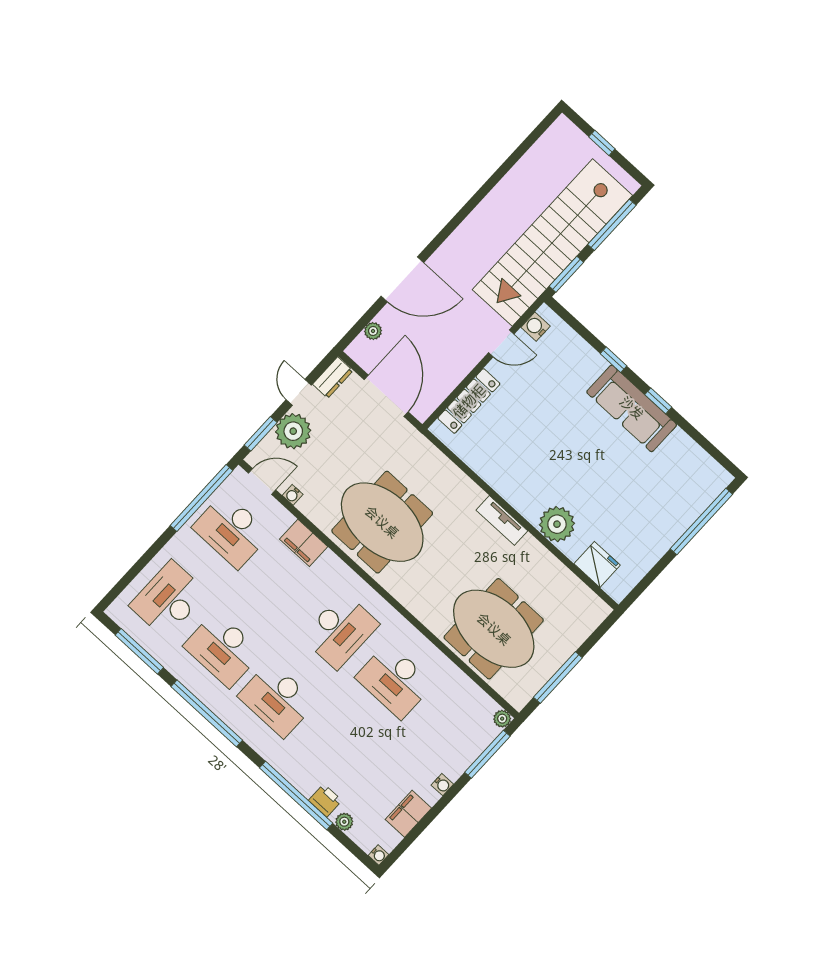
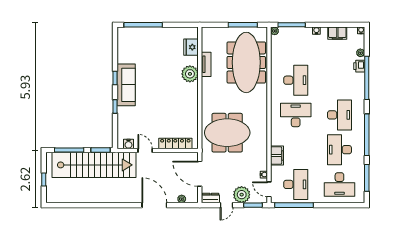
door: (386, 396) -> (200, 174), hinge flipped
tv unit: (502, 520) -> (206, 64), moved
meeting table: (382, 522) -> (227, 133), moved, turned 90
meeting table: (494, 629) -> (246, 62), width x1.36
desk: (223, 649) -> (339, 150), turned 180

